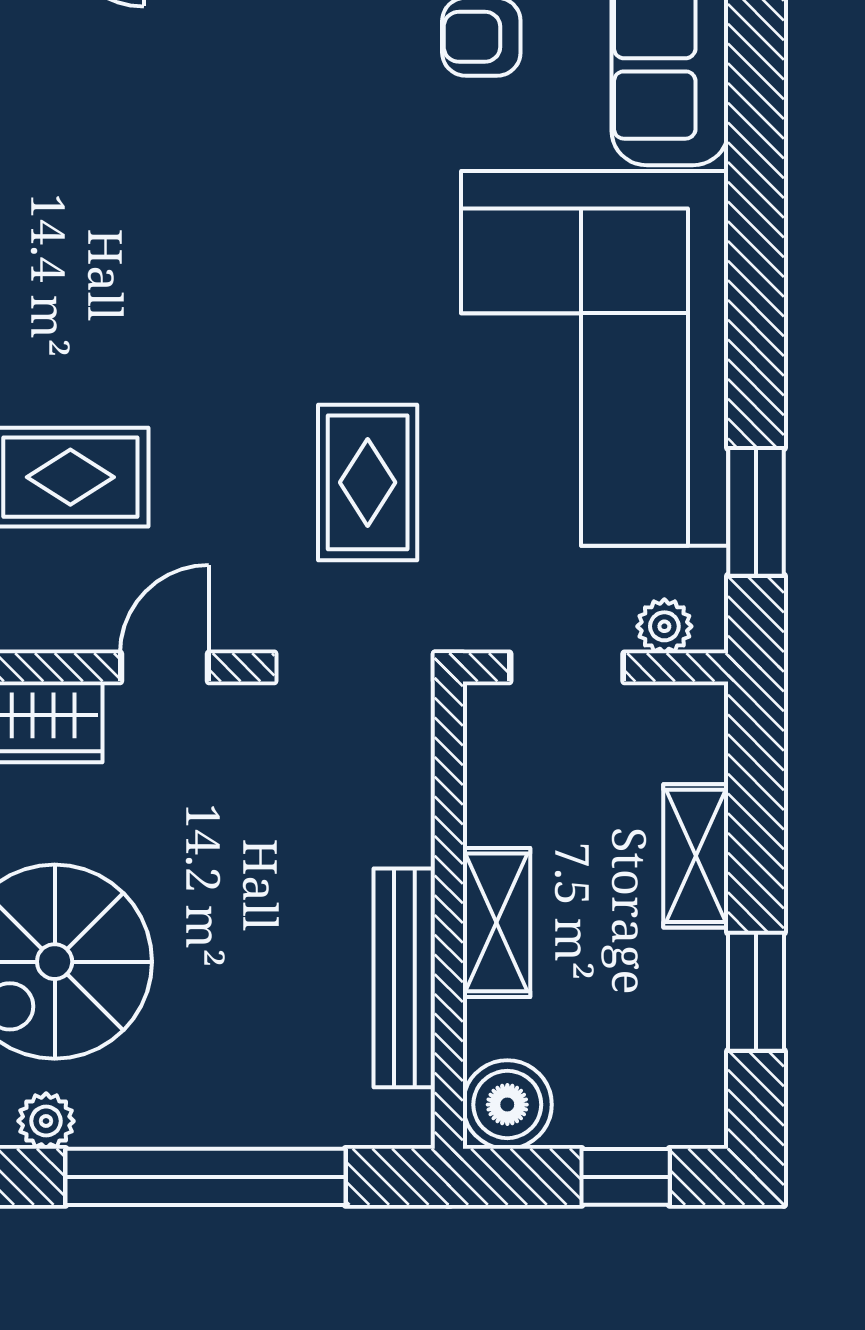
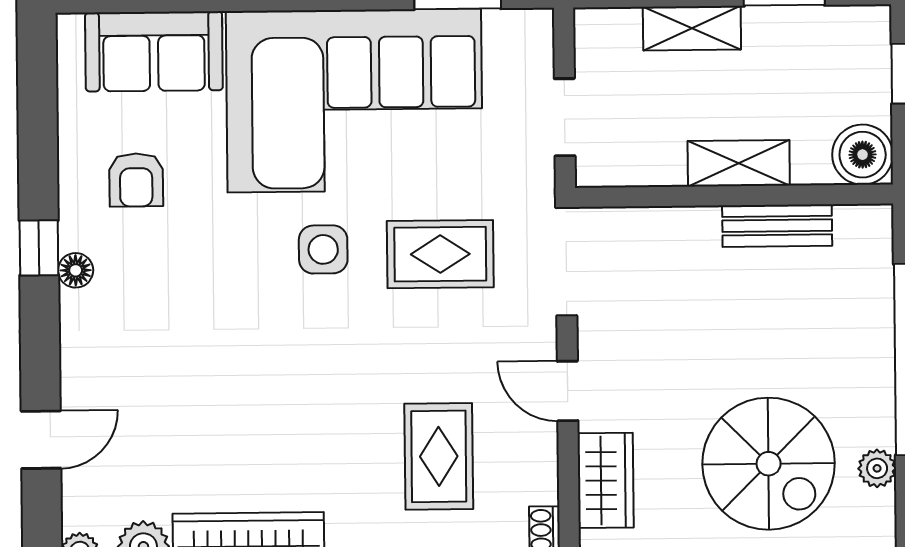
side table: (376, 310) -> (323, 249), added
plant: (664, 626) -> (536, 51), removed
bench: (404, 978) -> (777, 226), width x0.73

